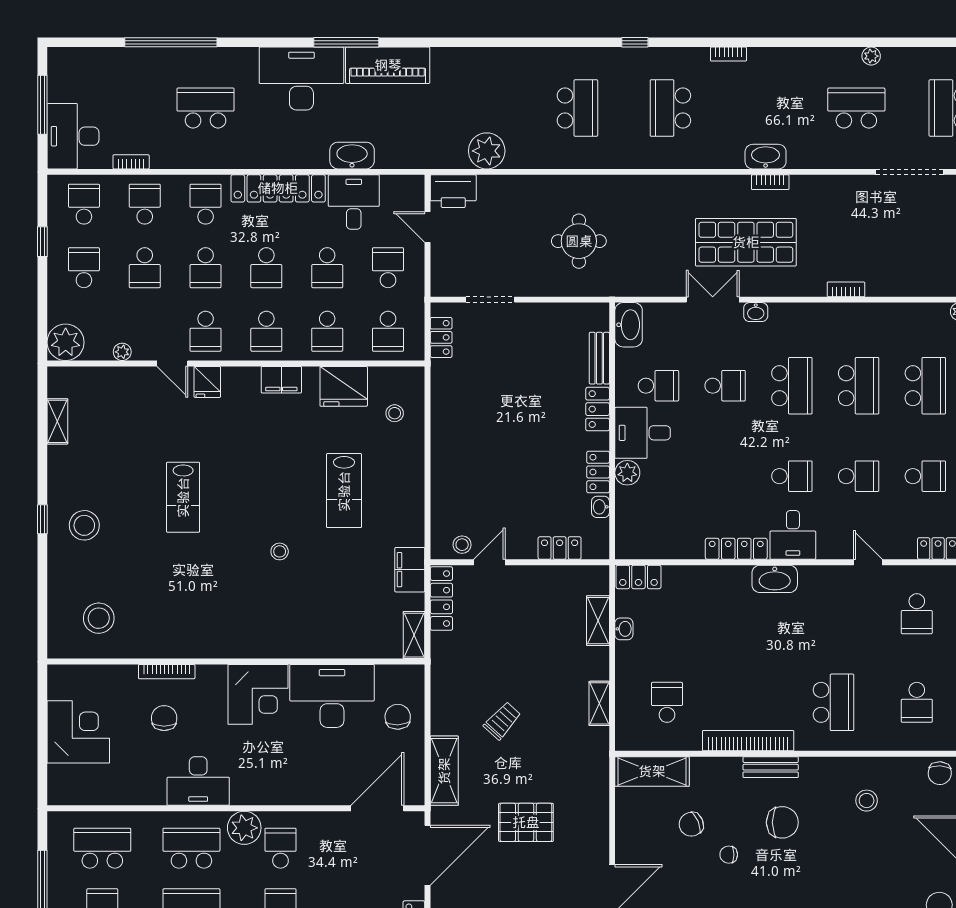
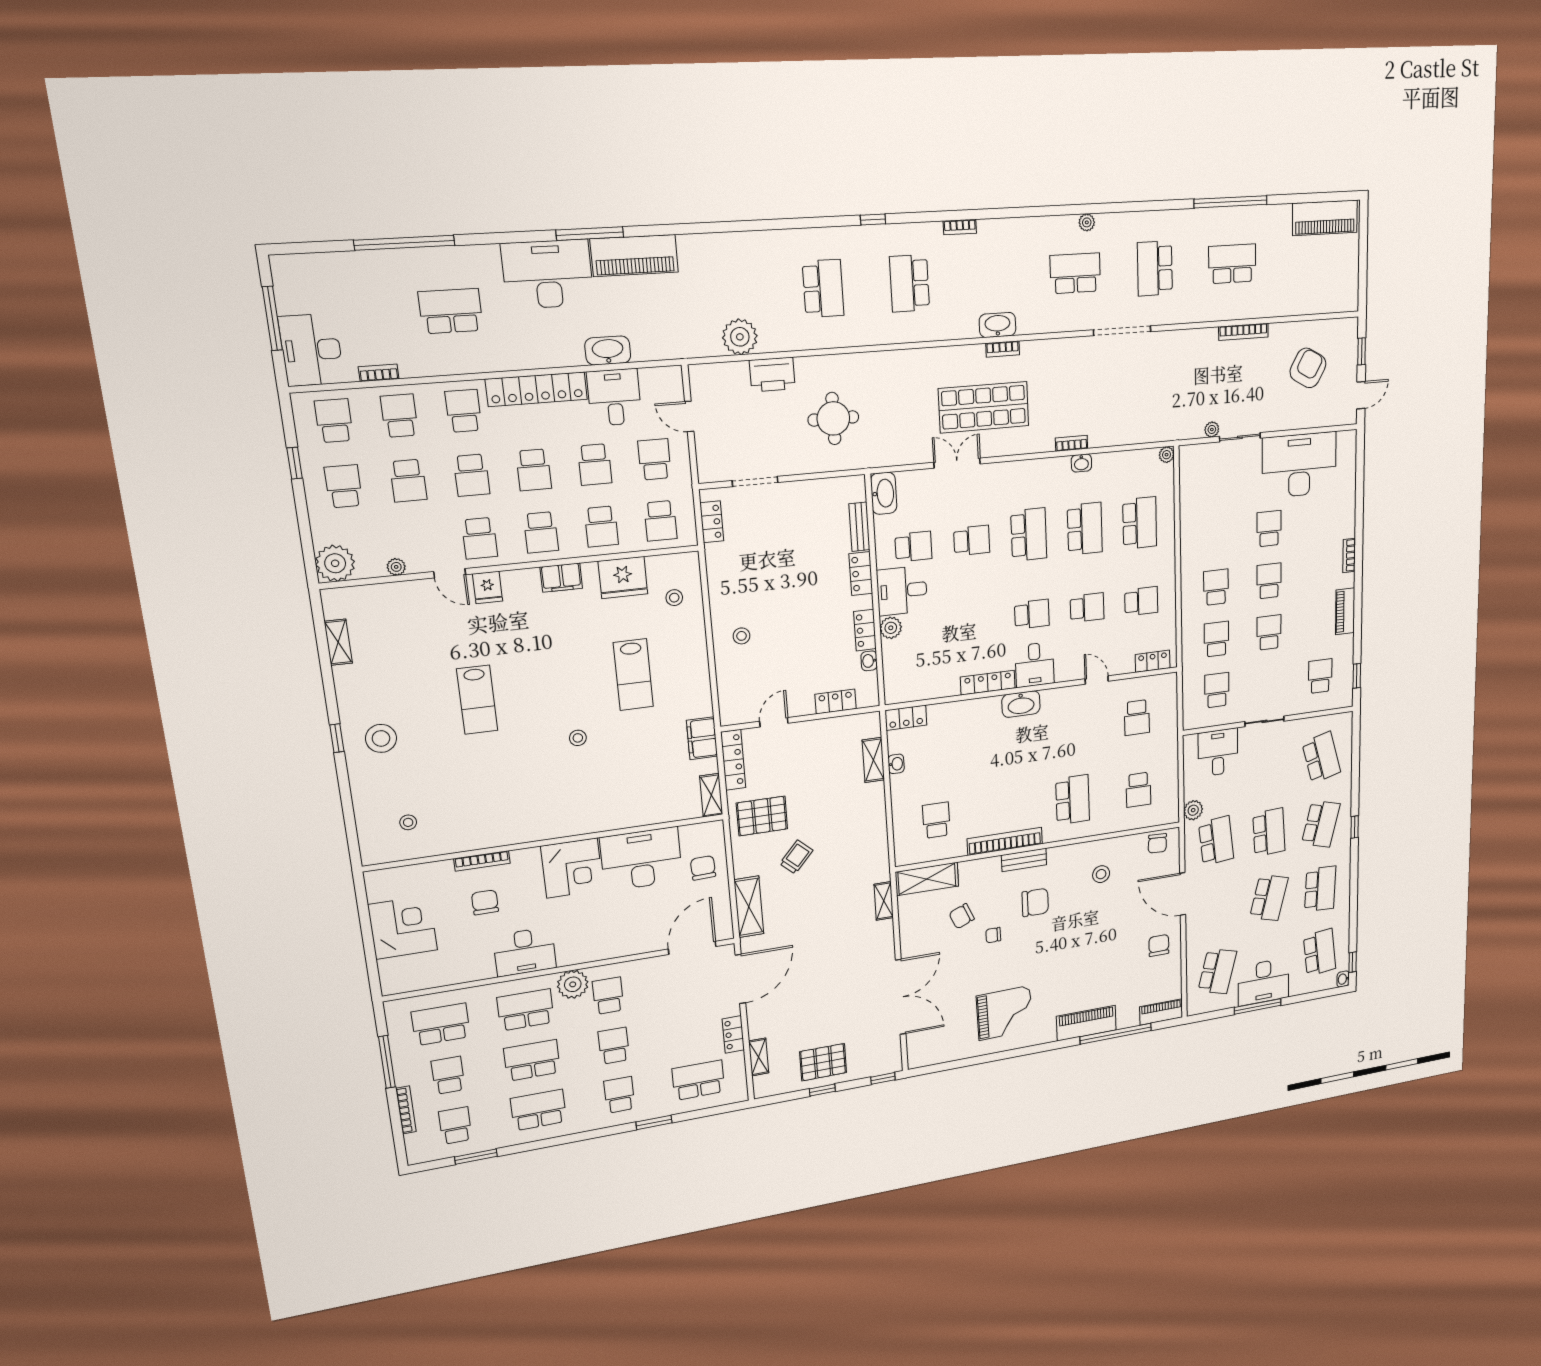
printer: (453, 191) -> (772, 375), moved
washbasin: (756, 312) -> (1081, 463), moved
stool: (462, 545) -> (741, 636), moved
stool: (99, 618) -> (408, 822), width x0.53, depth x0.53
shelving: (599, 703) -> (884, 901), moved
pallet: (526, 822) -> (762, 816), moved

